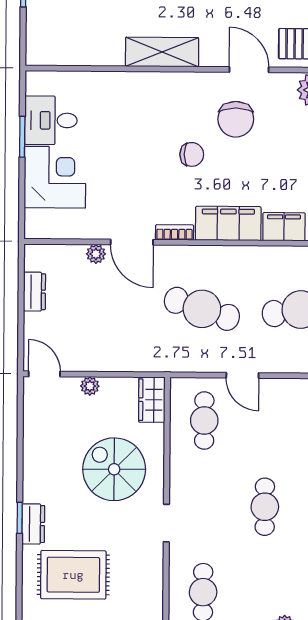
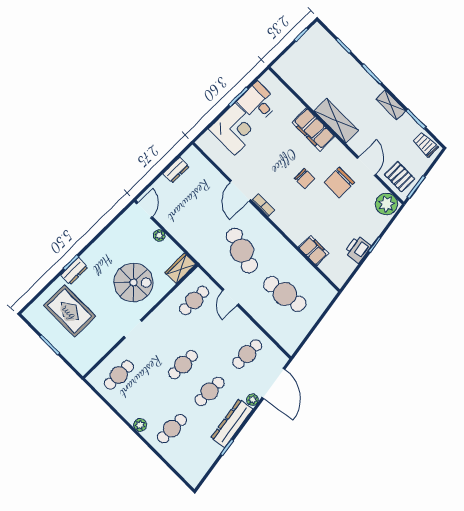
filing cabinet: (228, 223) -> (313, 129), moved, turned 180
plant: (96, 254) -> (219, 180), removed
spiral stairs: (114, 469) -> (133, 282), turned 90

